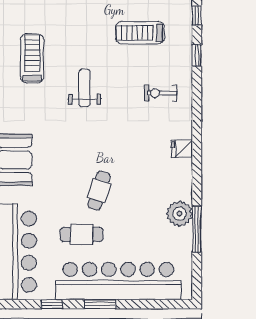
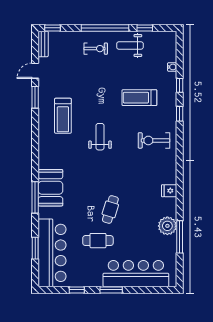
treadmill: (32, 58) -> (63, 116), turned 180
exercise bike: (161, 93) -> (154, 140), width x1.38, depth x1.39
fridge: (182, 149) -> (169, 191), moved
bar counter: (118, 281) -> (136, 274), width x0.73

